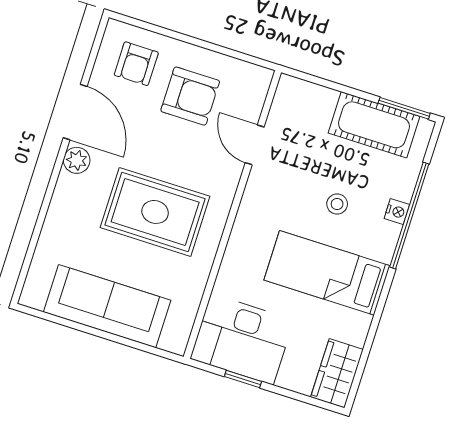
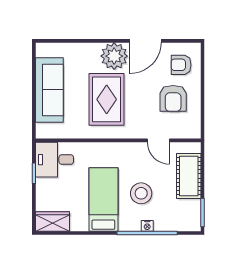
cot: (374, 125) -> (189, 176), moved
door: (255, 145) -> (158, 140), swing flipped
plant: (77, 160) -> (114, 56), width x1.88, depth x1.88
stool: (337, 204) -> (141, 193), width x1.89, depth x1.89
desk: (242, 339) -> (54, 160), width x0.73

